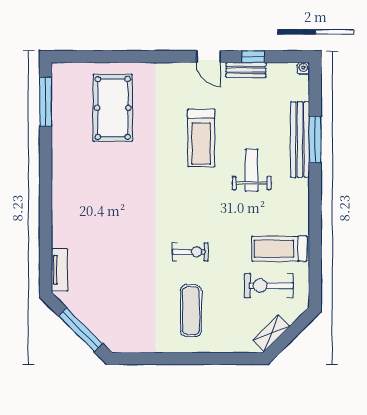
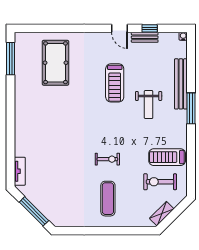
window: (315, 140) -> (191, 108), moved
weight bench: (252, 170) -> (149, 105), turned 180

